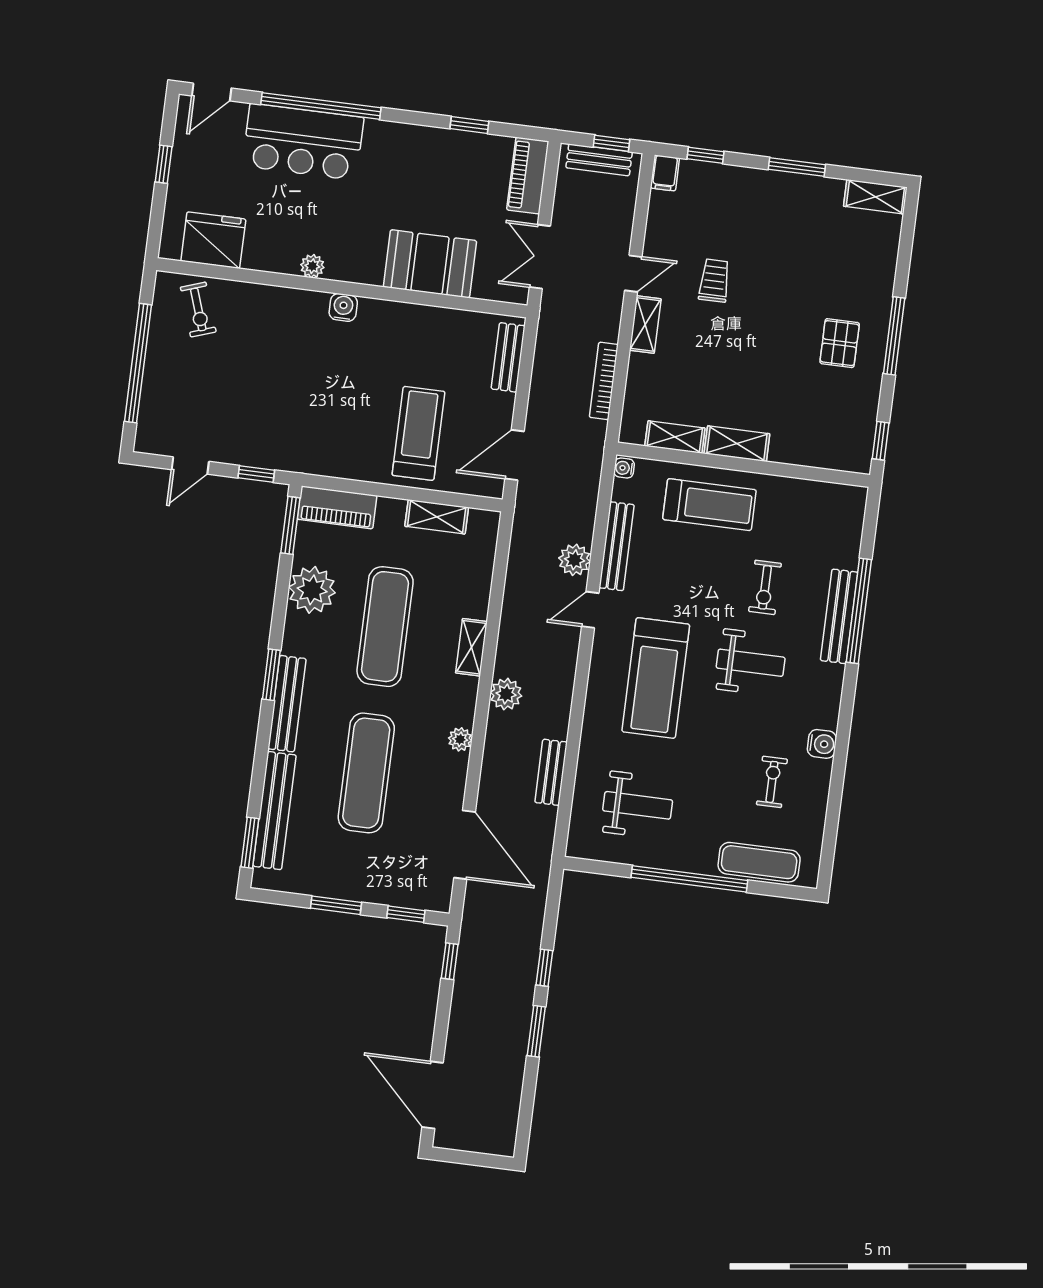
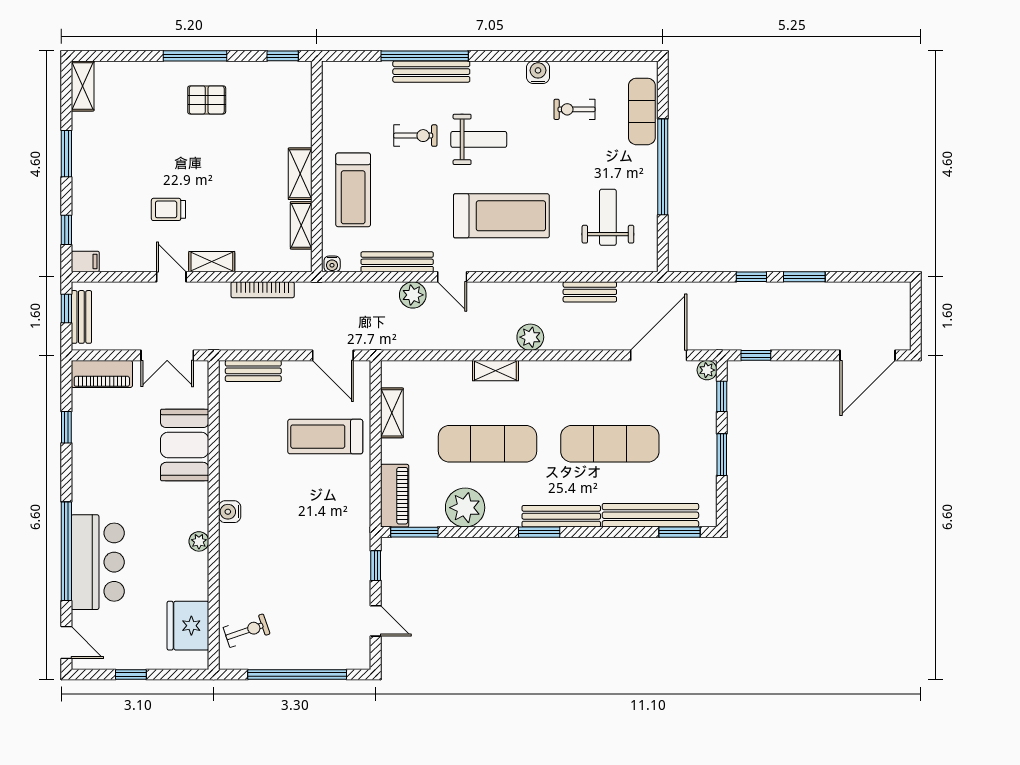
treadmill: (709, 505) -> (353, 190), turned 180
weight bench: (751, 663) -> (479, 139), turned 90
plant: (460, 739) -> (707, 370), moved

